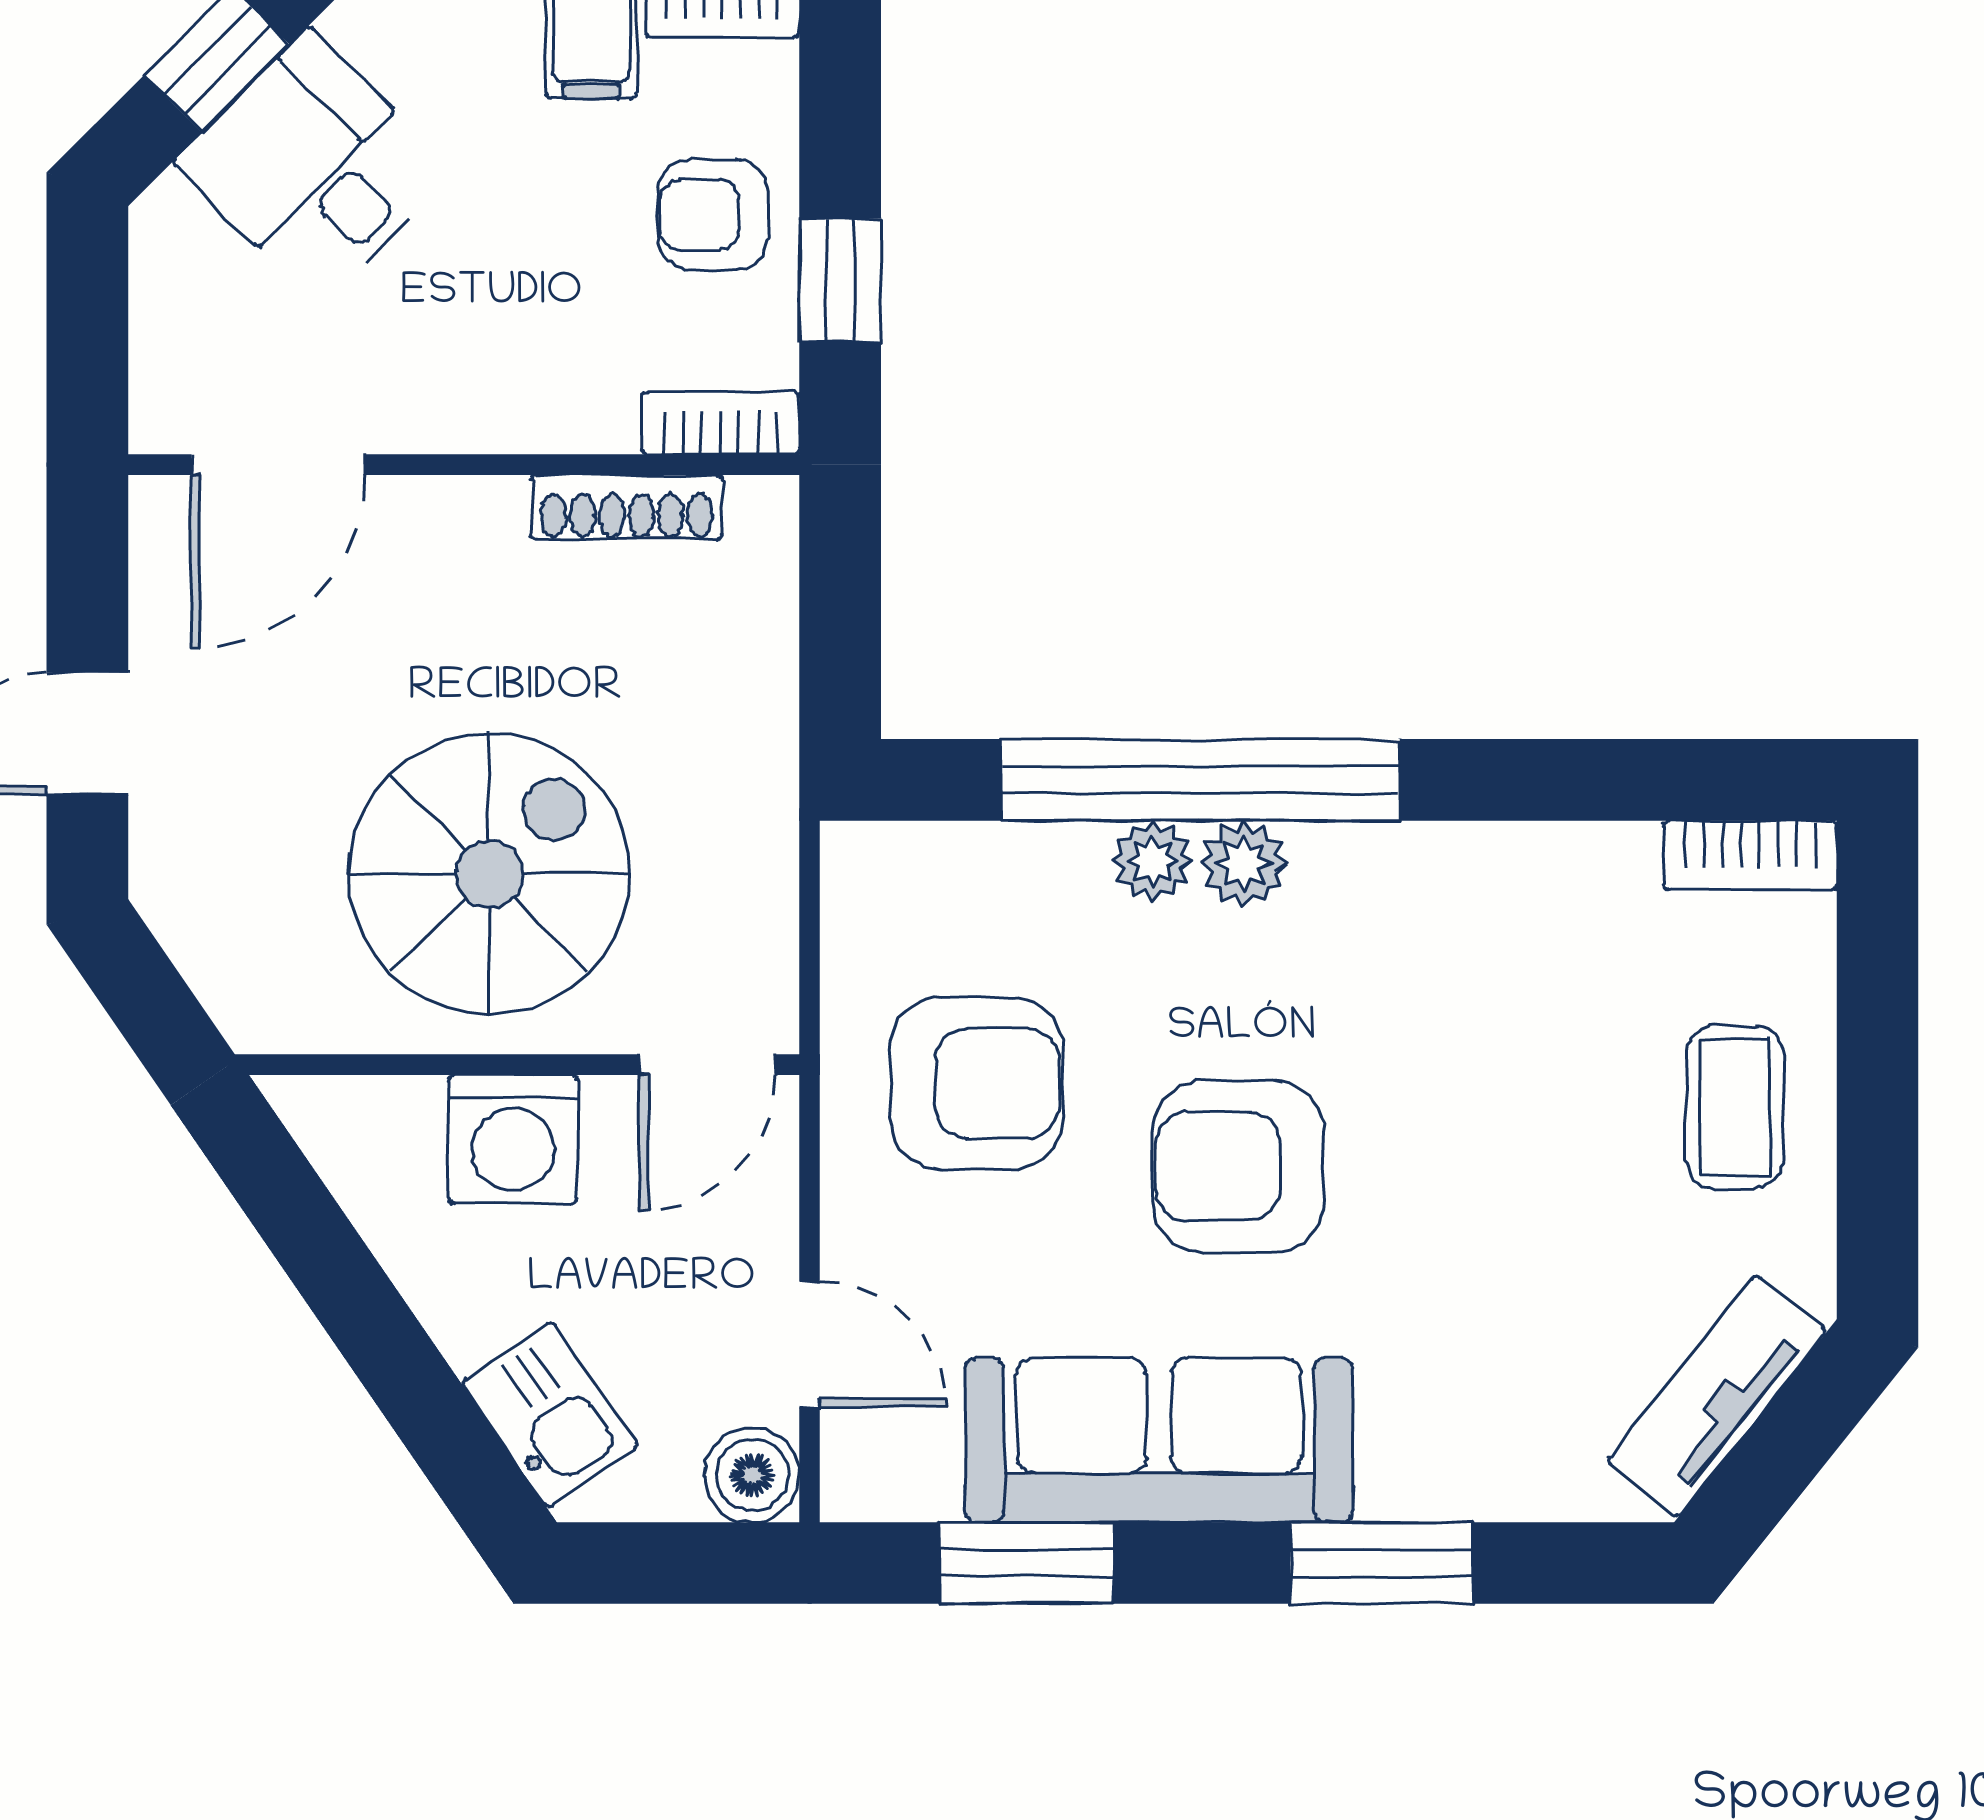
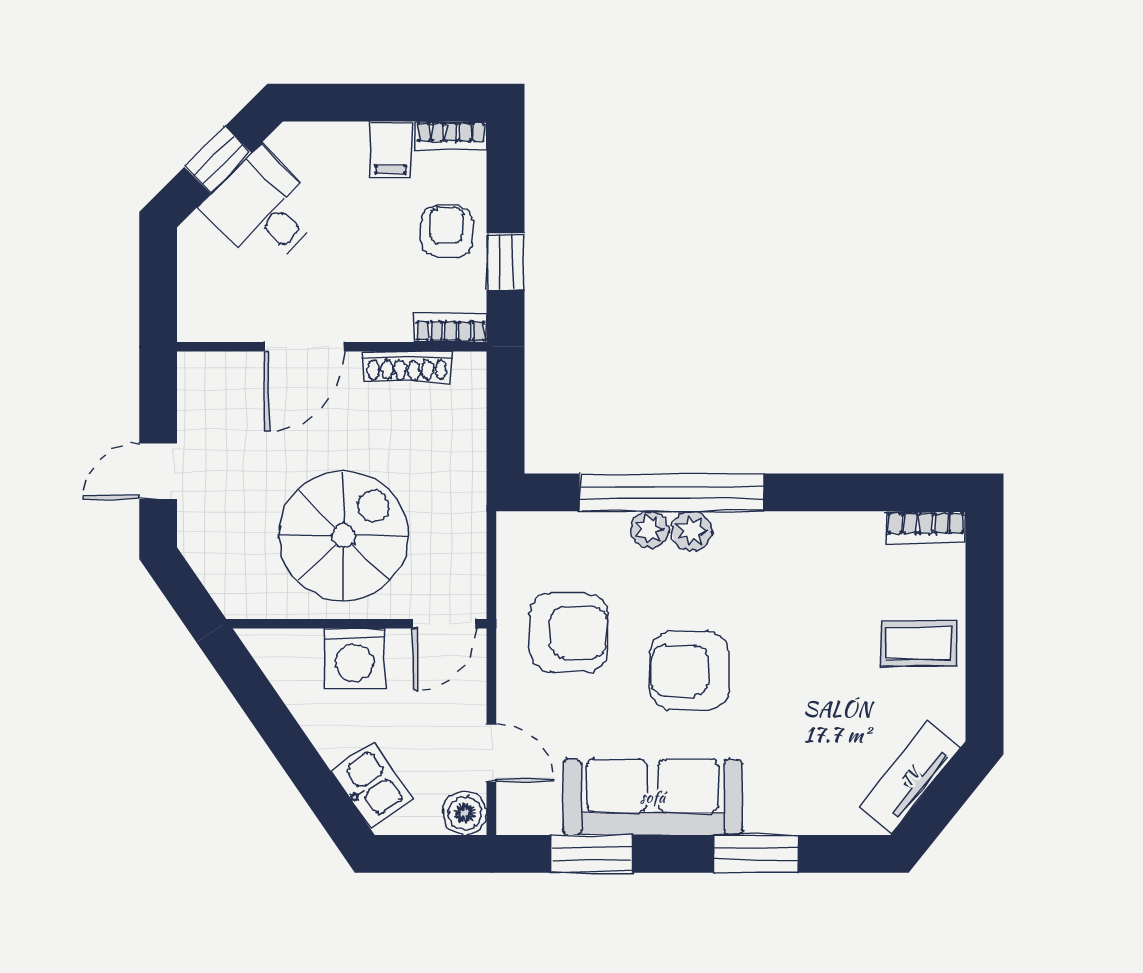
armchair: (713, 215) -> (447, 231), turned 90
door: (278, 465) -> (305, 347), moved
coffee table: (1735, 1107) -> (919, 643), turned 90

